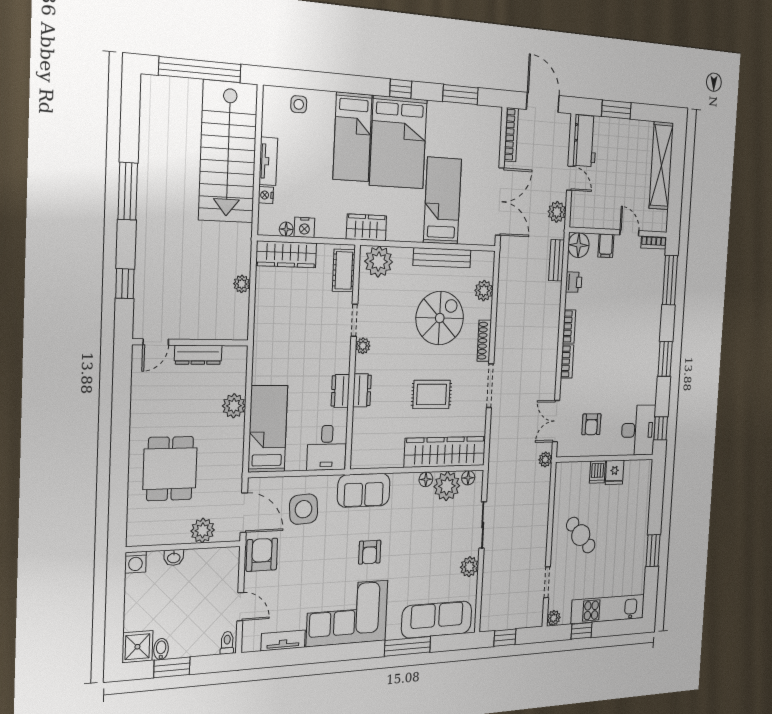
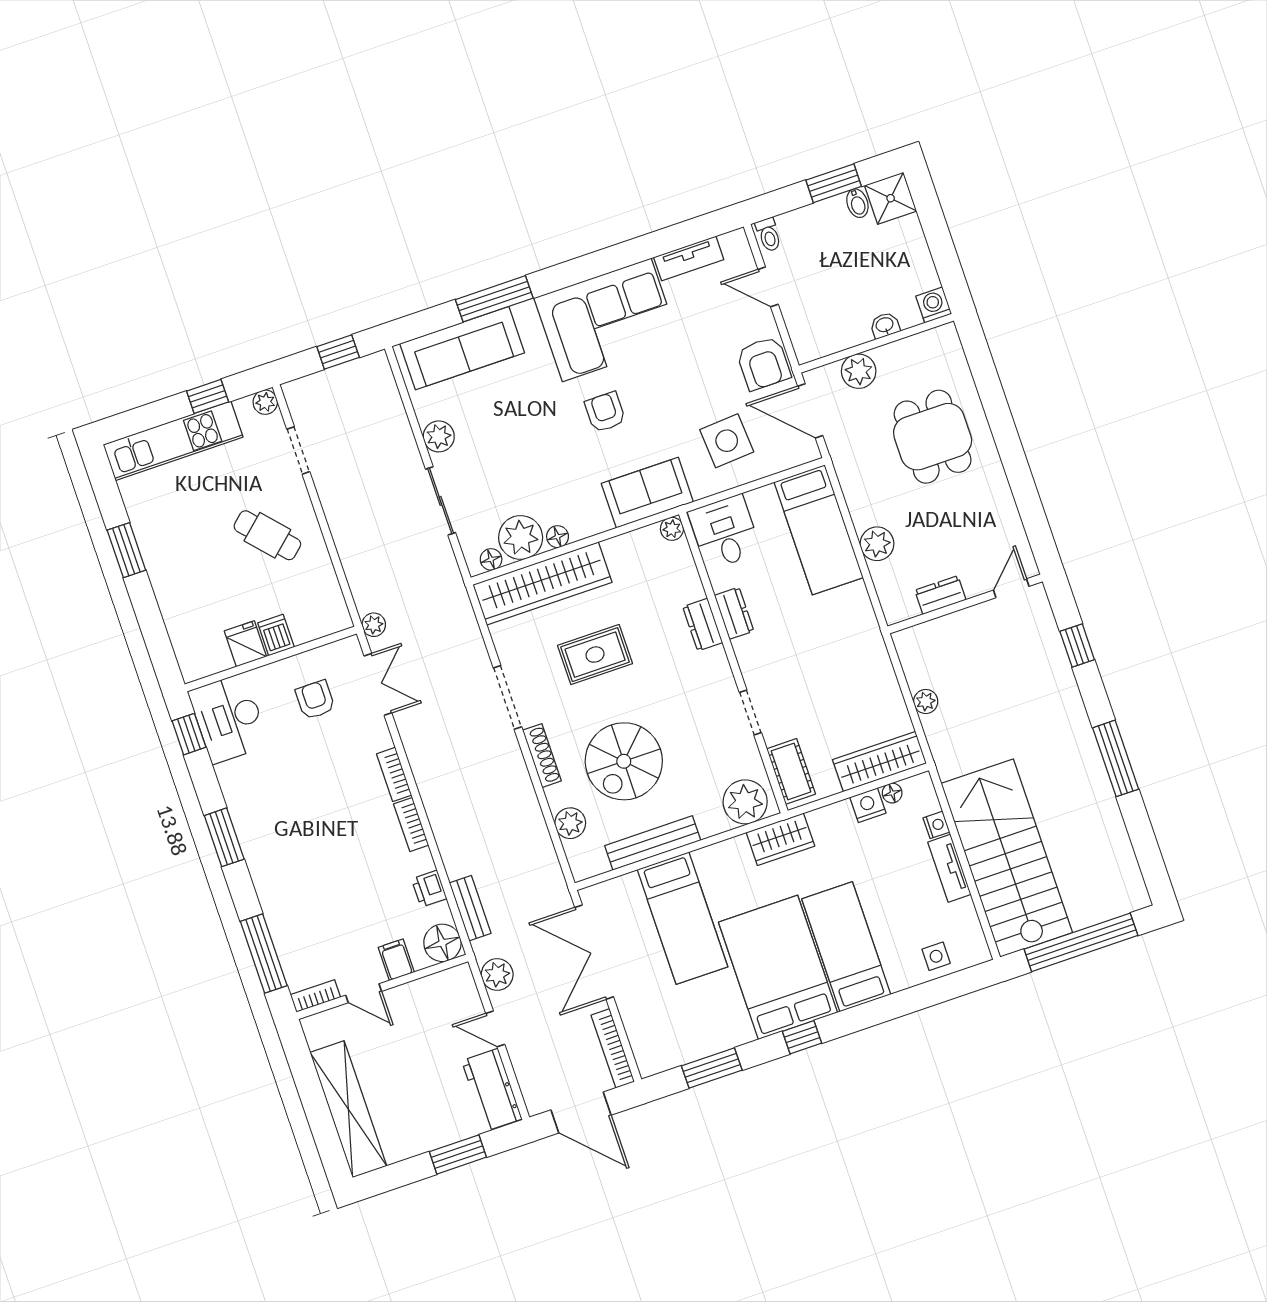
plant: (363, 346) -> (672, 529), moved
dresser: (198, 355) -> (940, 595), width x0.70

